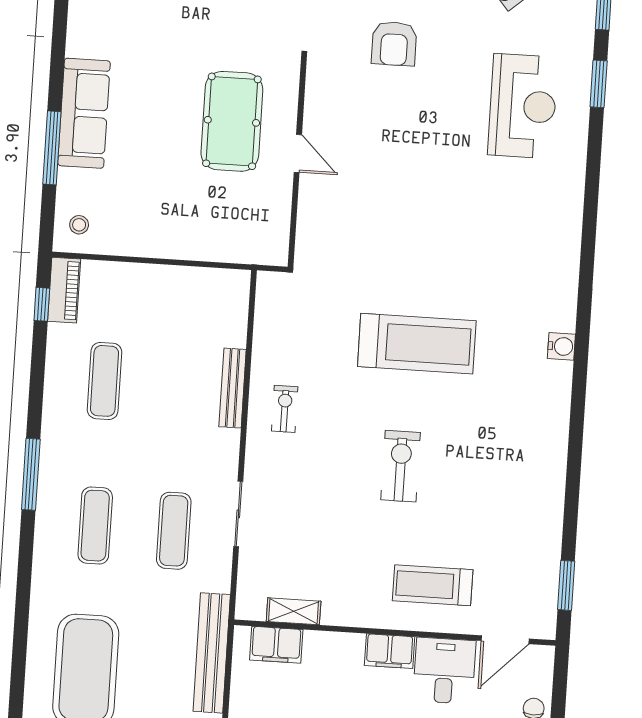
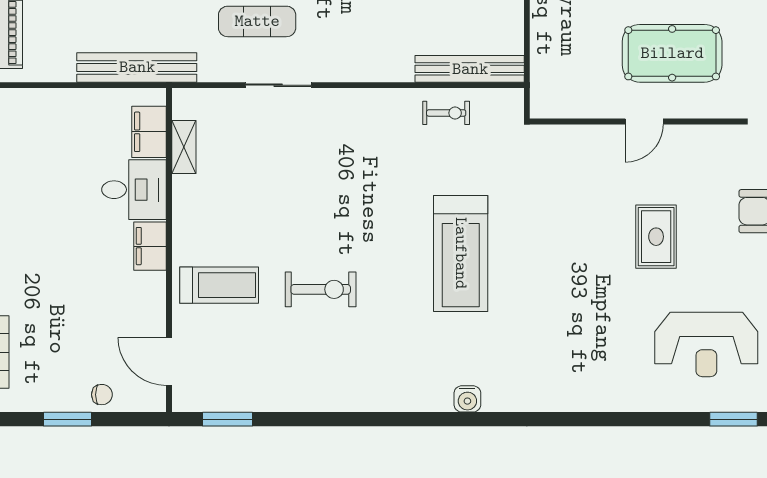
rug: (413, 149) -> (656, 237), added
bench: (233, 388) -> (470, 69), moved, width x1.37, depth x1.21
exercise bike: (285, 409) -> (446, 113), moved
exercise bike: (401, 466) -> (321, 289), moved
treadmill: (433, 585) -> (219, 285), turned 90
desk: (444, 671) -> (134, 190), moved

